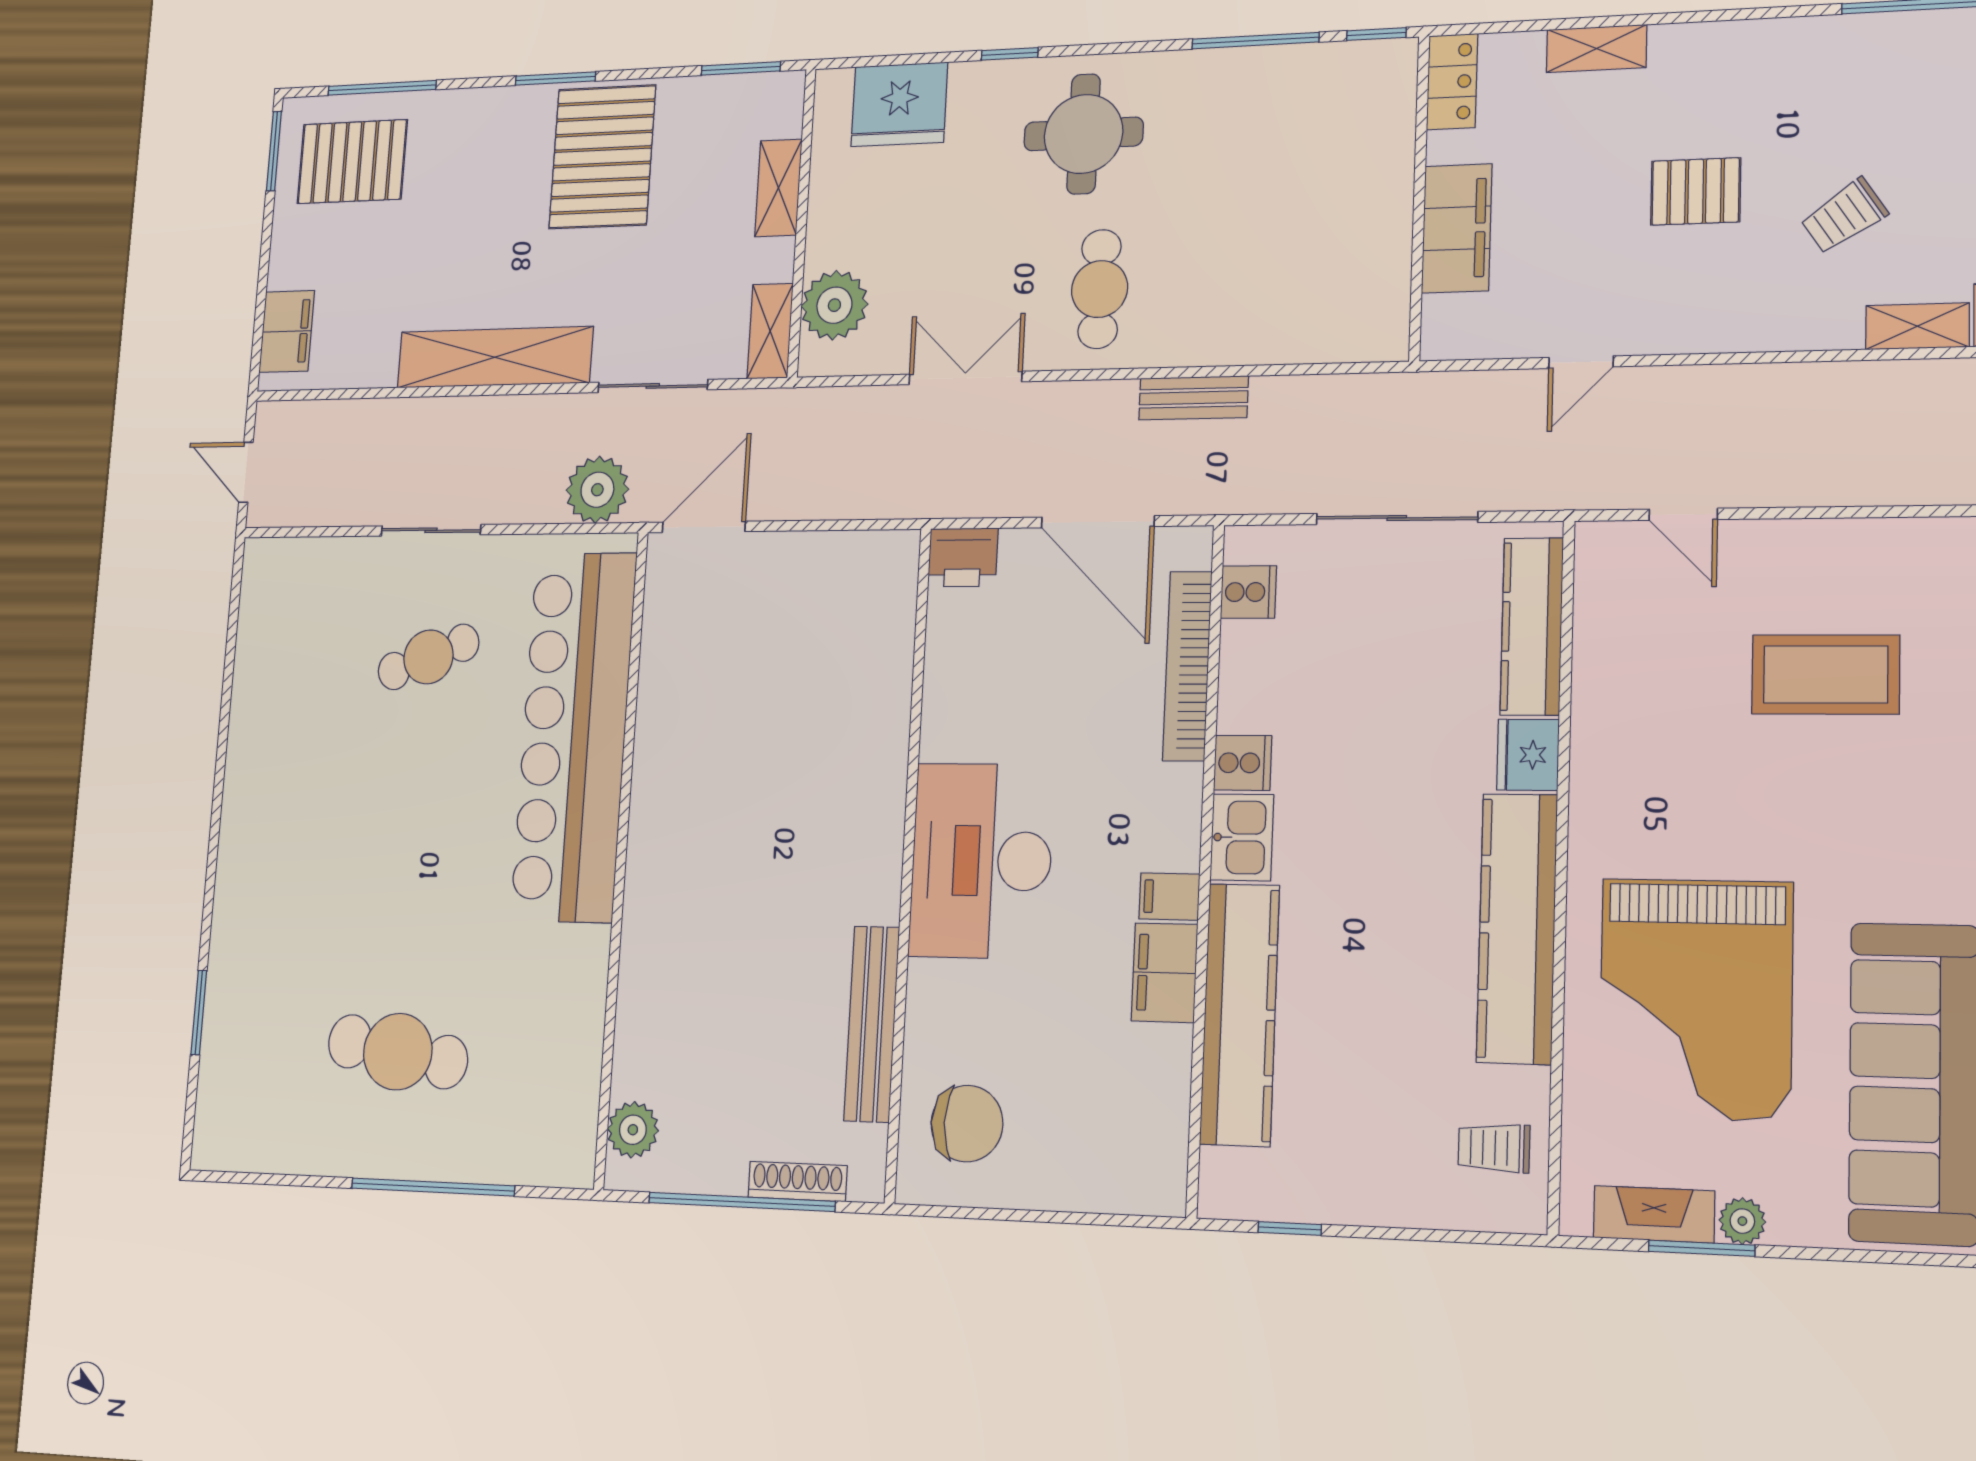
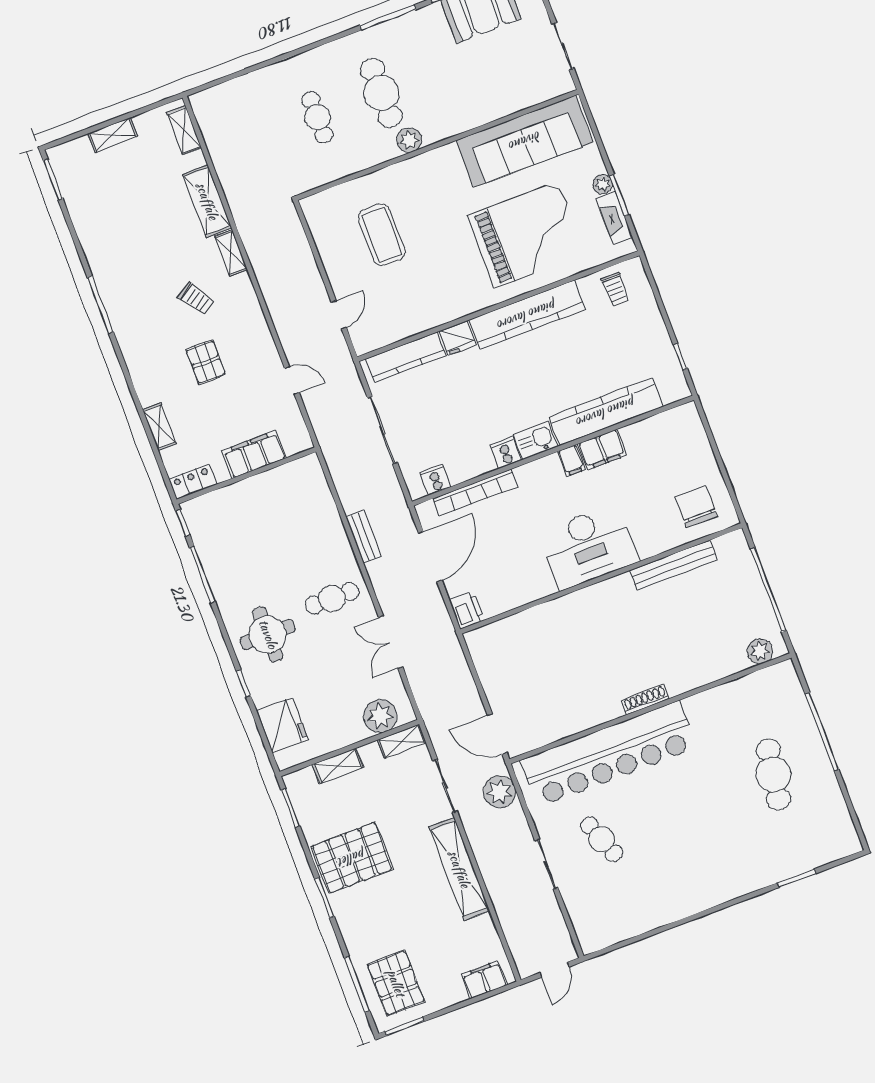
shoe rack: (798, 1181) -> (645, 700), moved, turned 90

